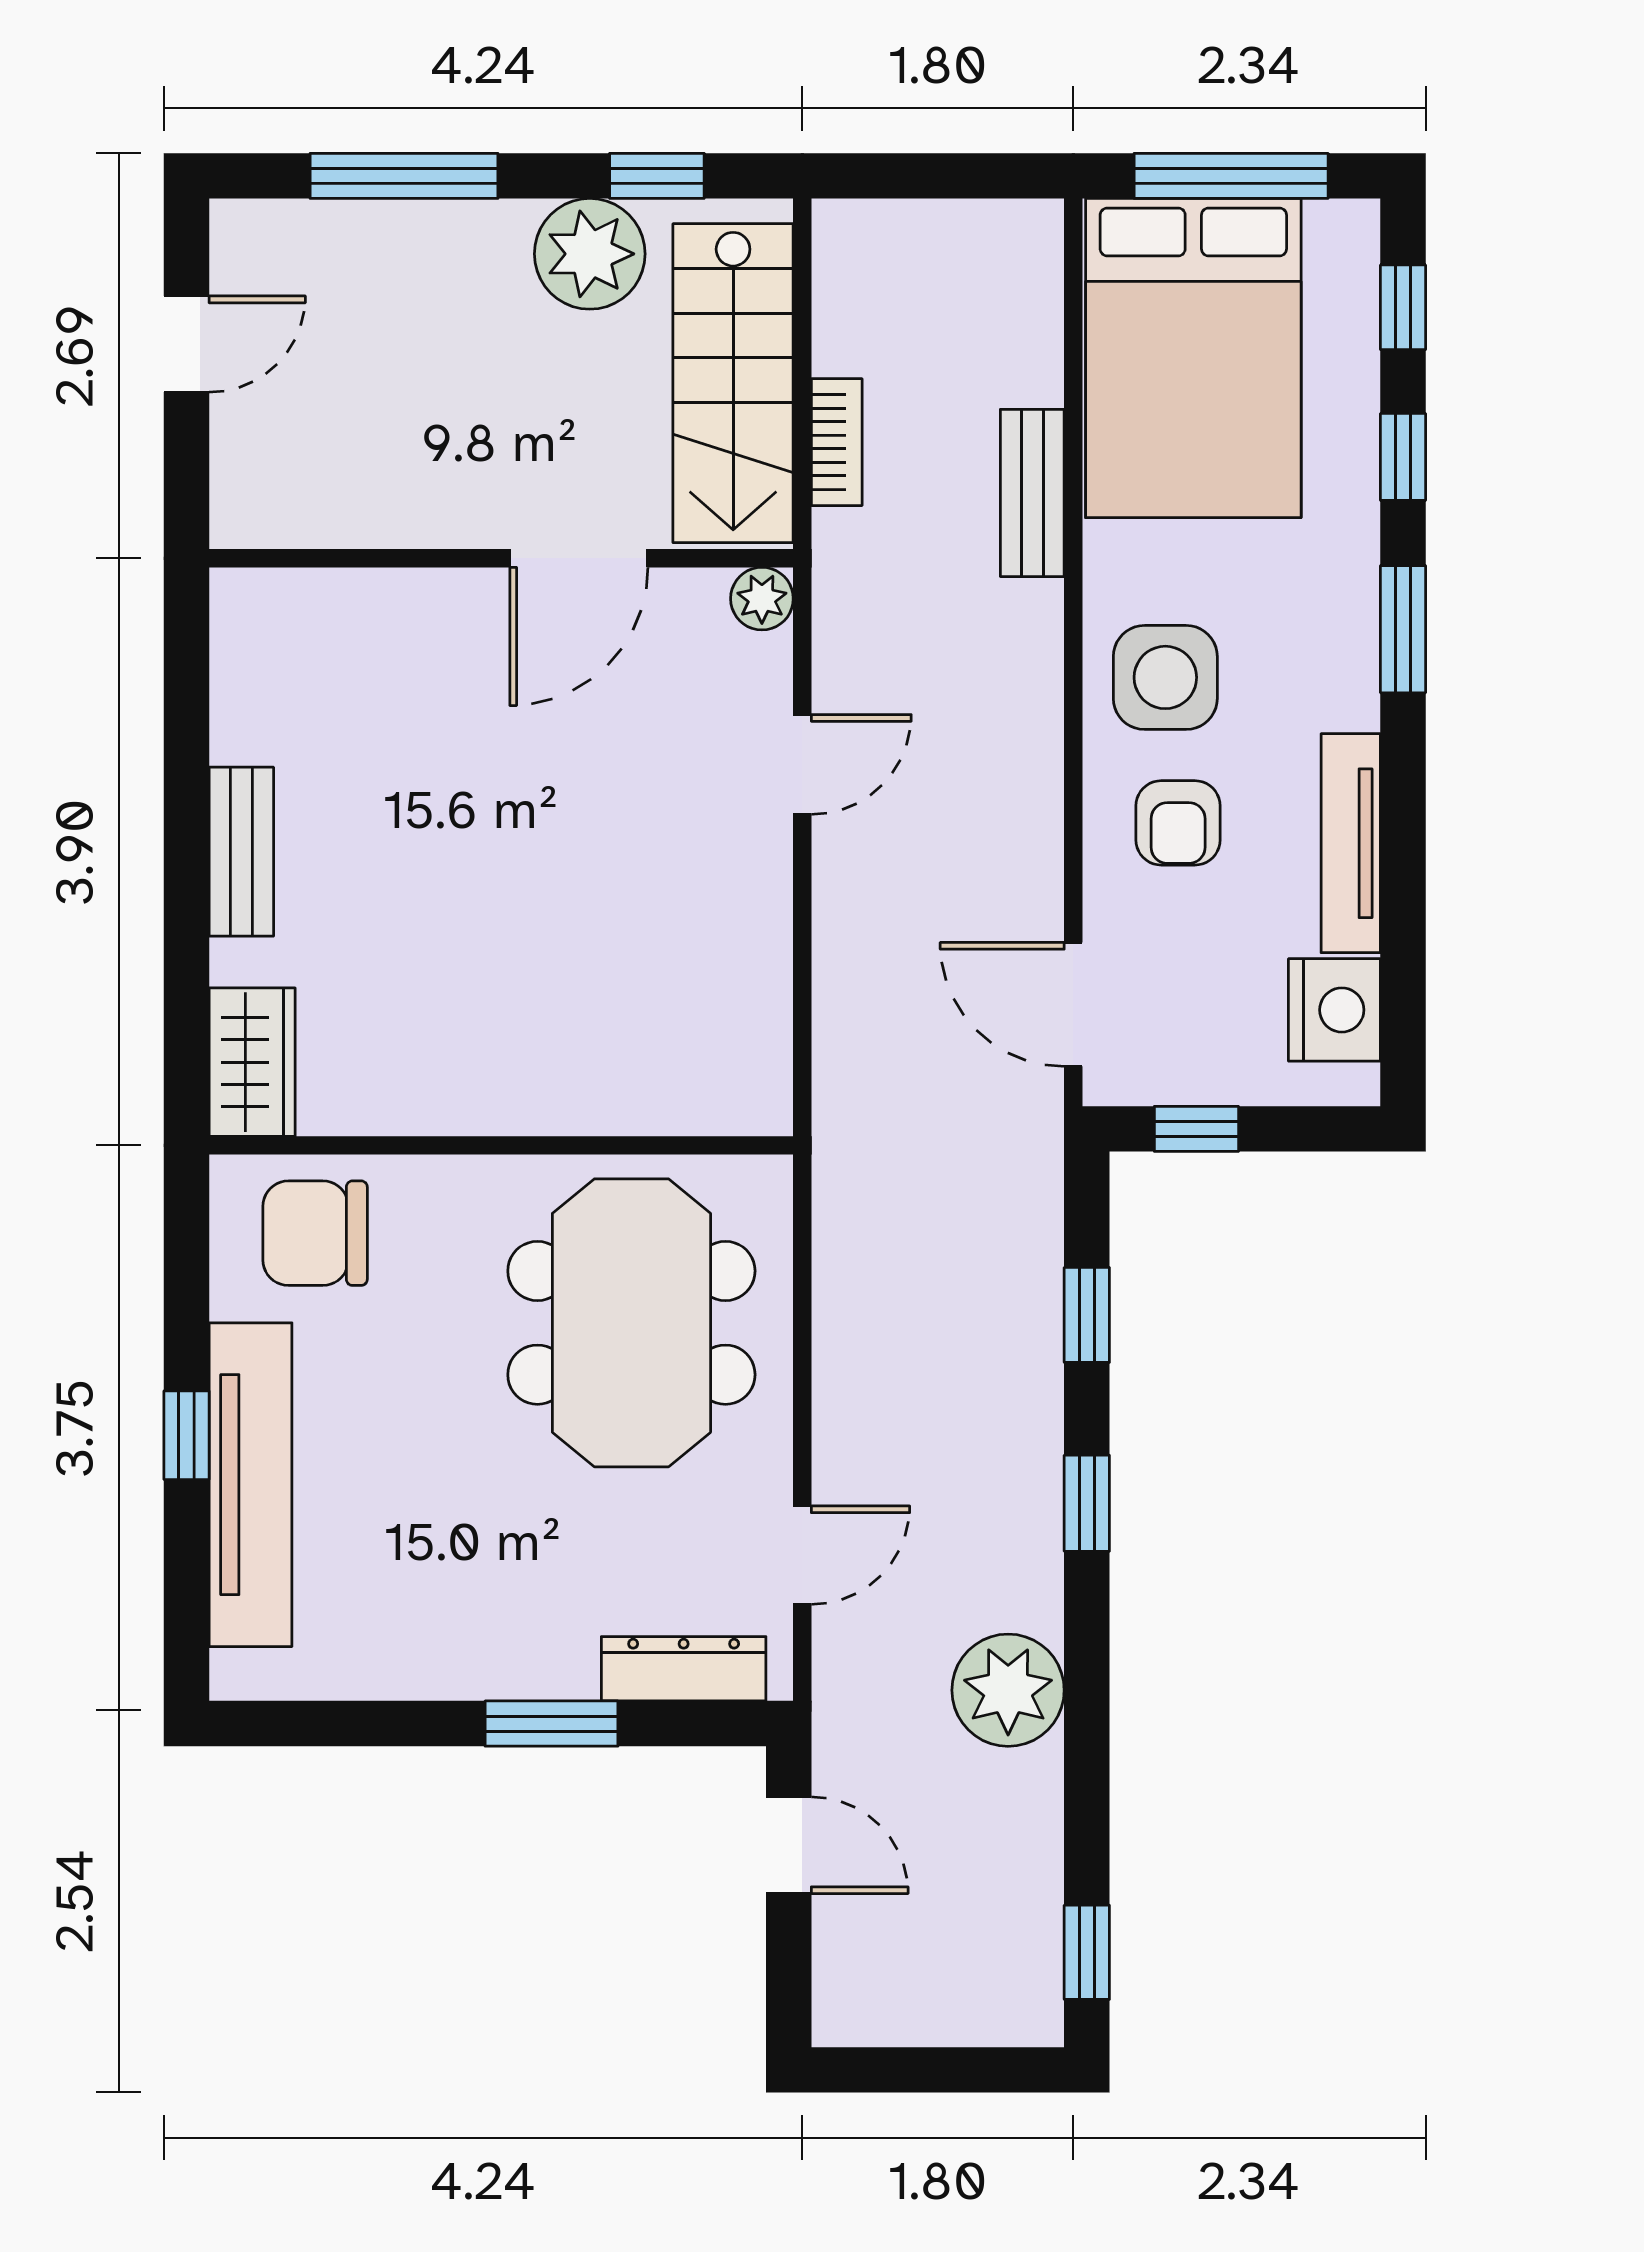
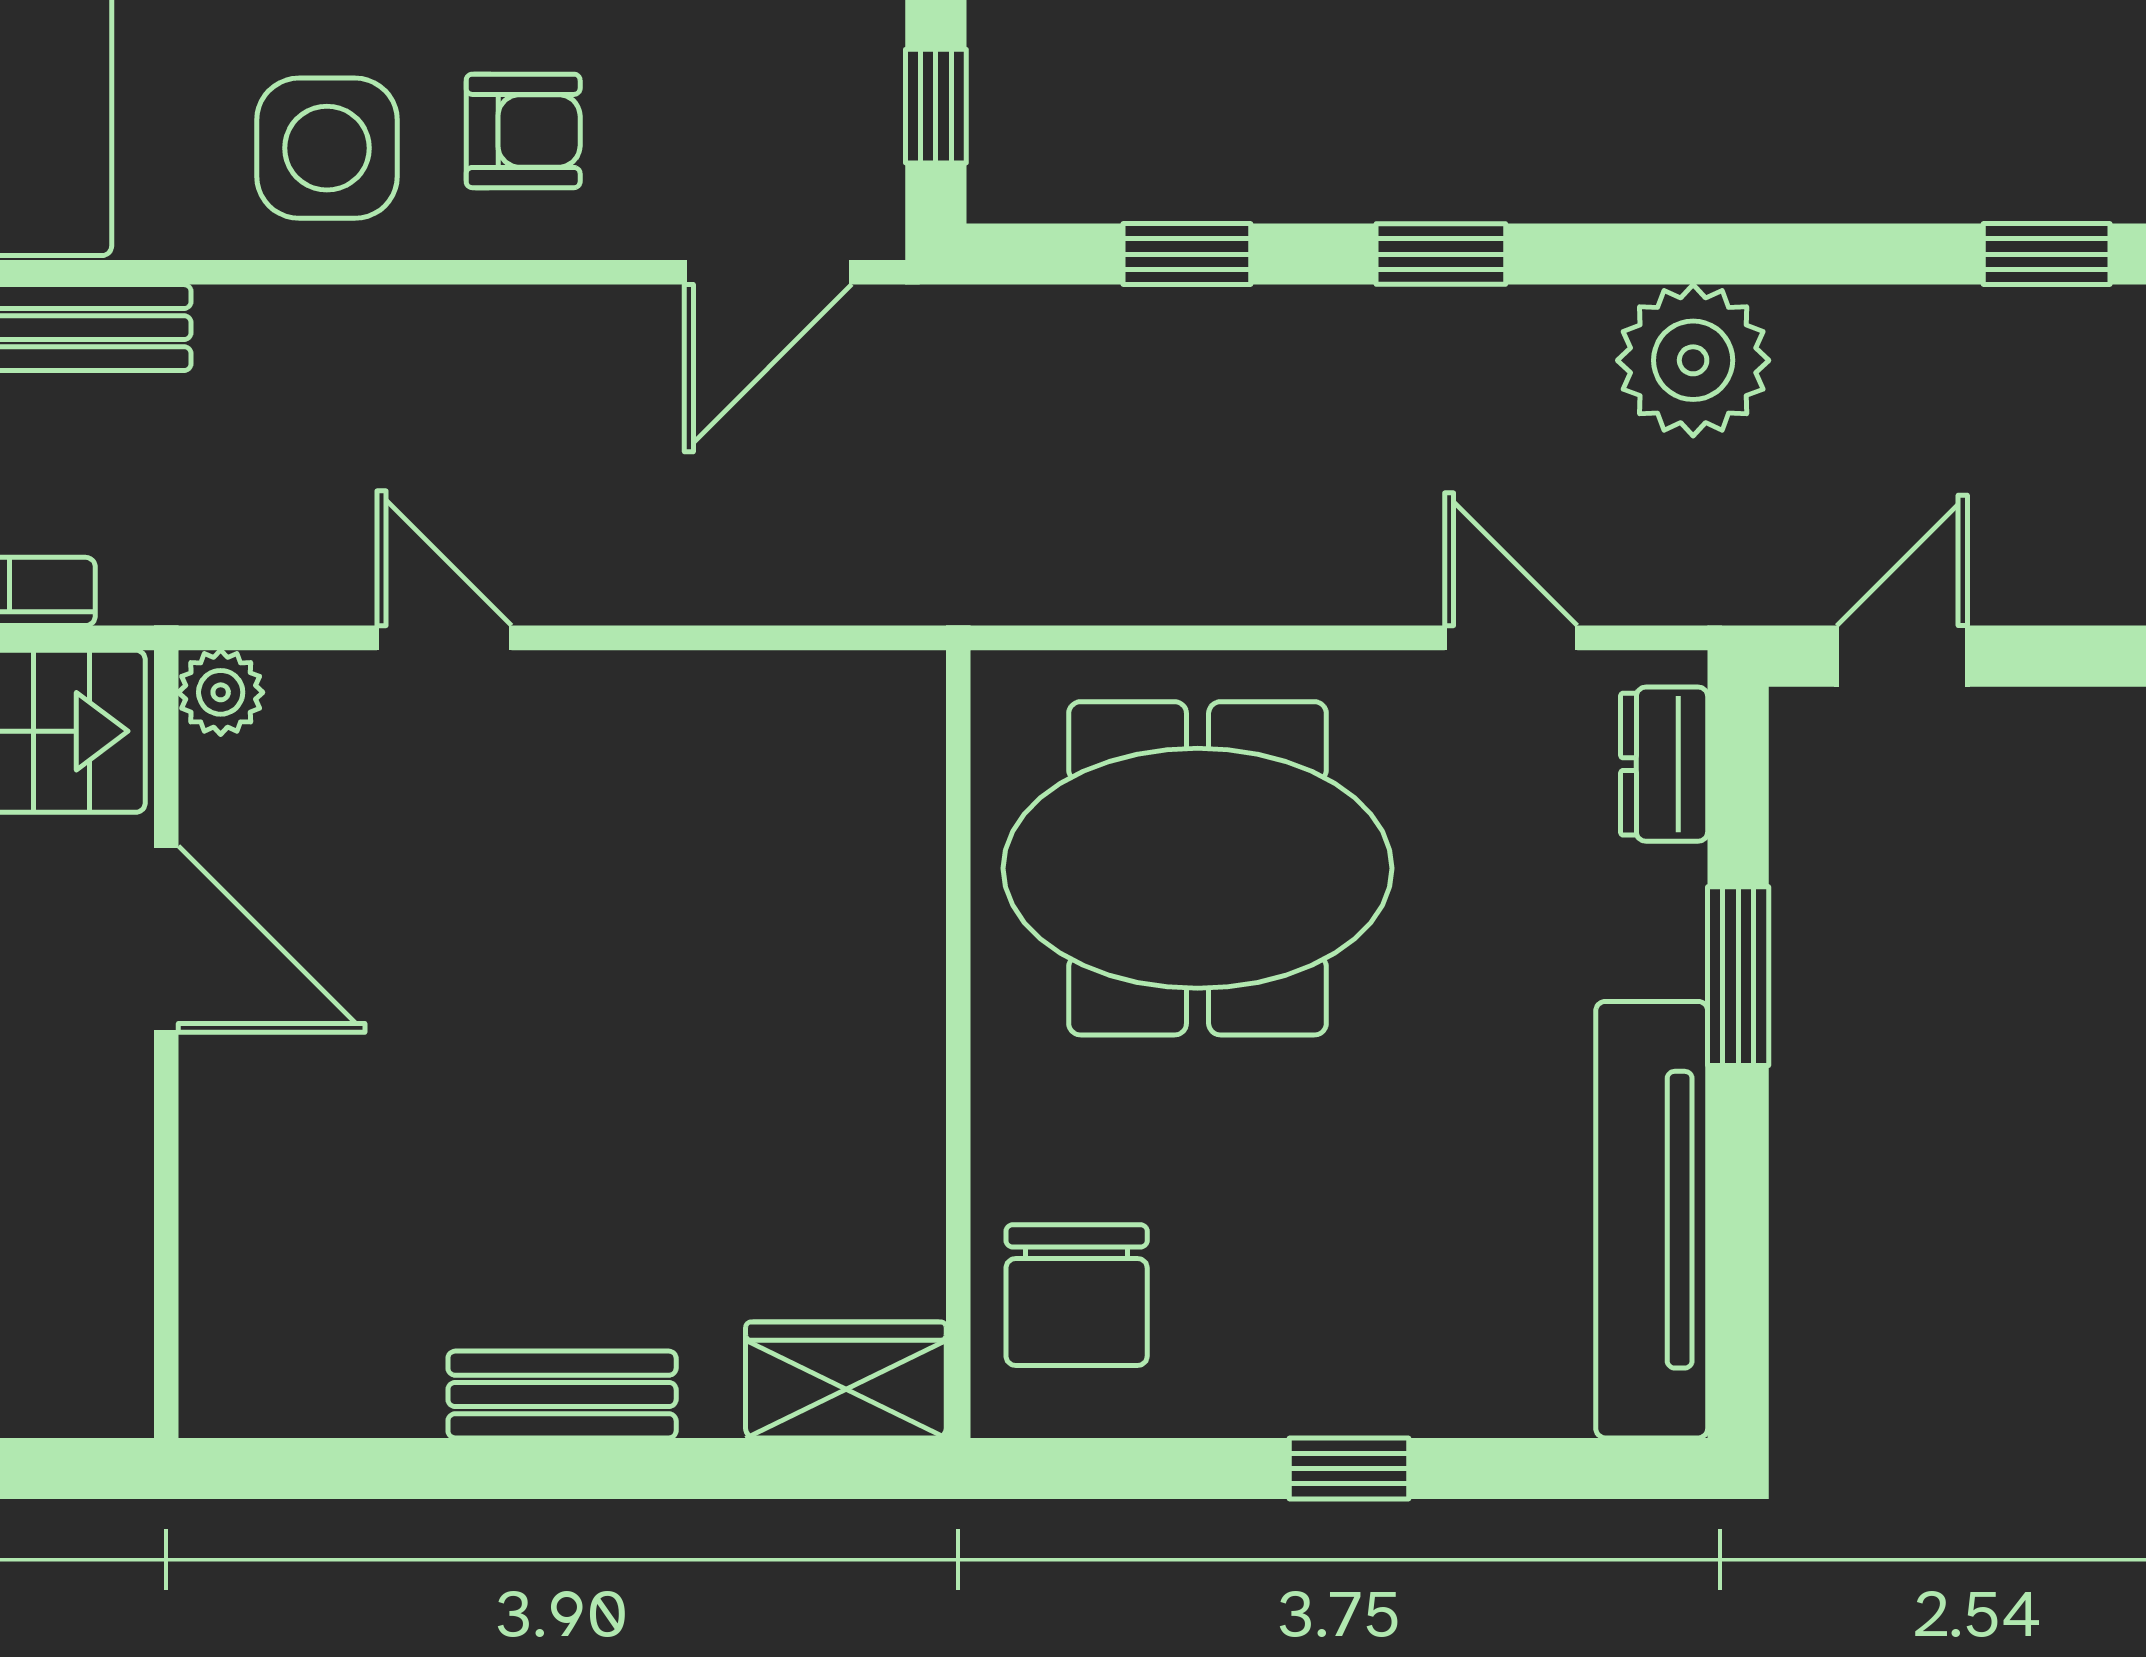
tv unit: (251, 1485) -> (1652, 1220), moved, turned -90
dresser: (684, 1669) -> (1664, 764), width x0.70

